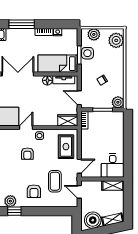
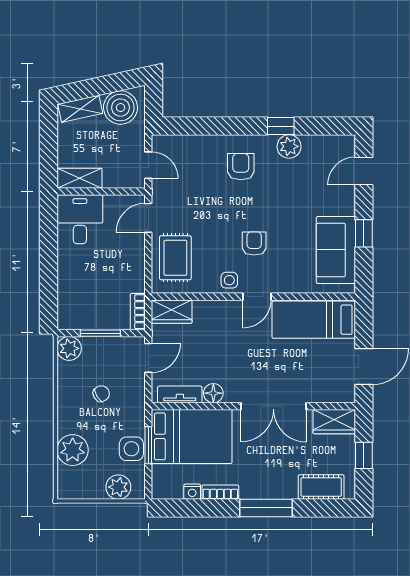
plant: (116, 40) -> (73, 450), moved
bed: (58, 64) -> (192, 436), width x1.50
door: (79, 98) -> (148, 358), hinge flipped
coffee table: (55, 181) -> (198, 187), removed

